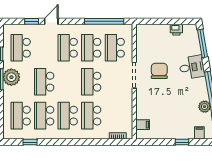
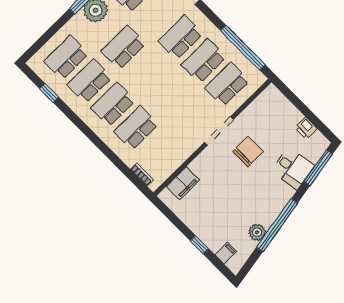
desk: (192, 67) -> (293, 168), moved
school desk: (91, 82) -> (170, 94), removed
filing cabinet: (143, 125) -> (183, 183), width x2.00

